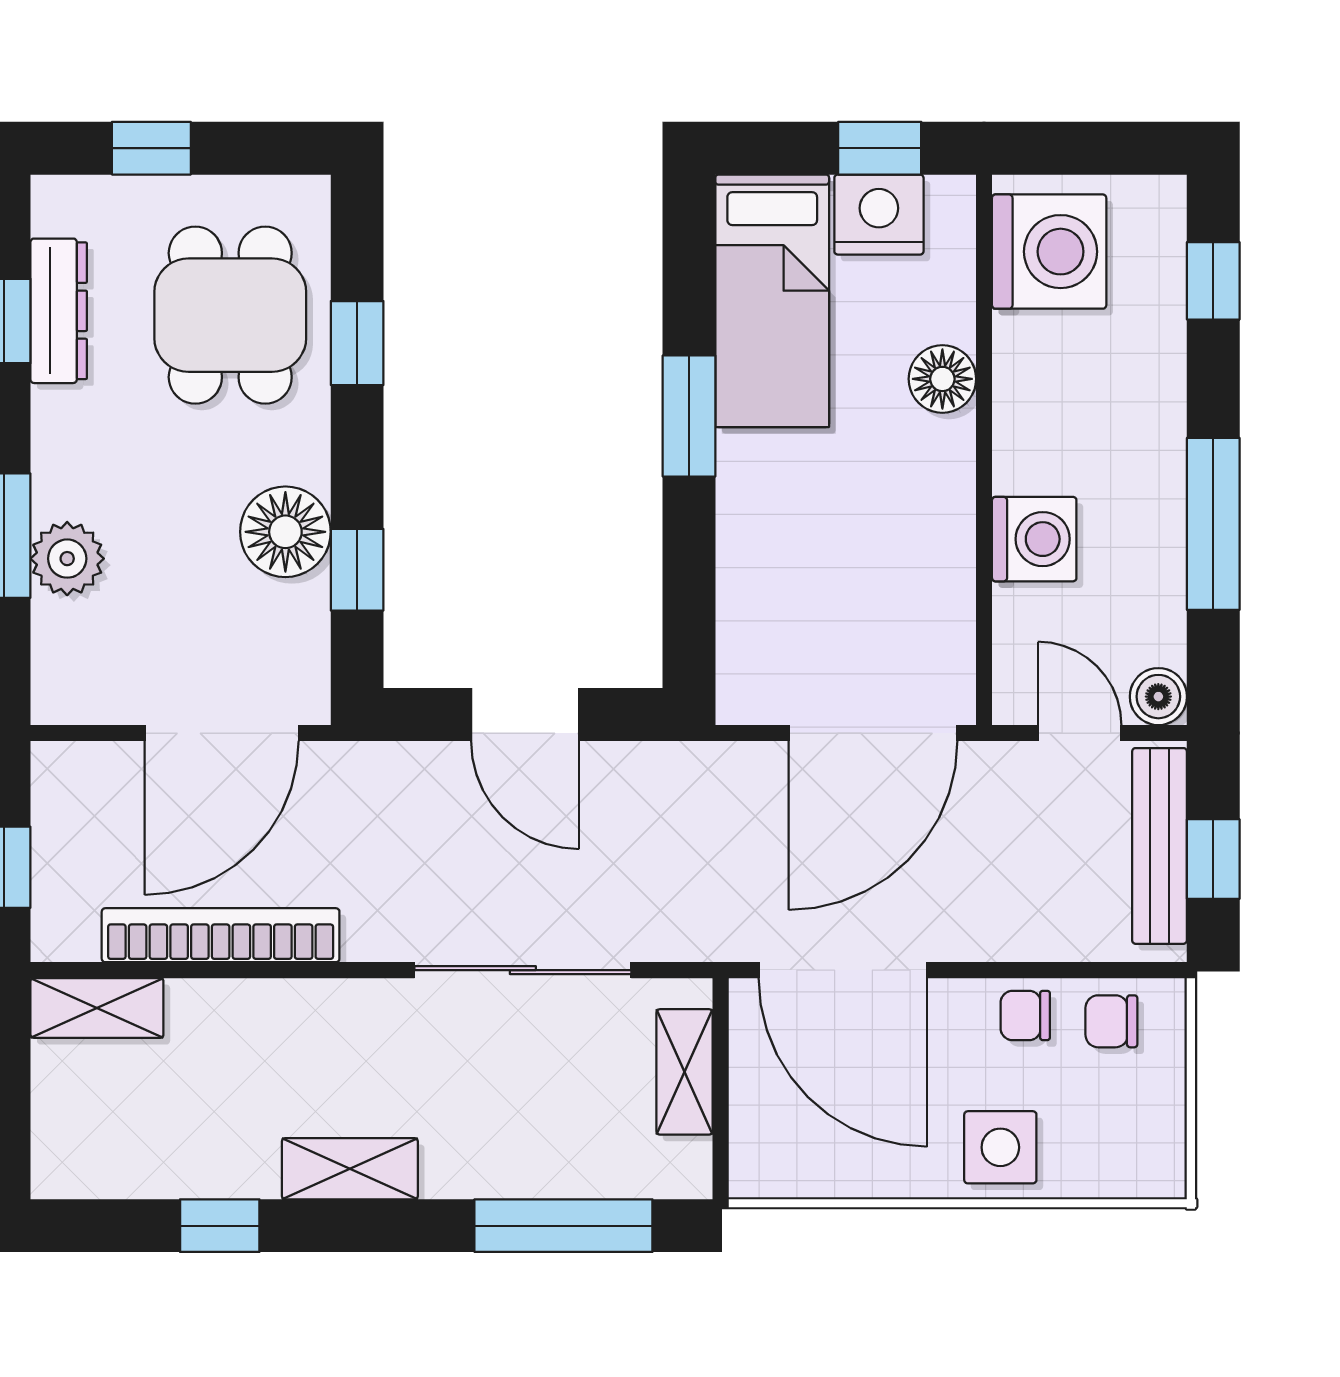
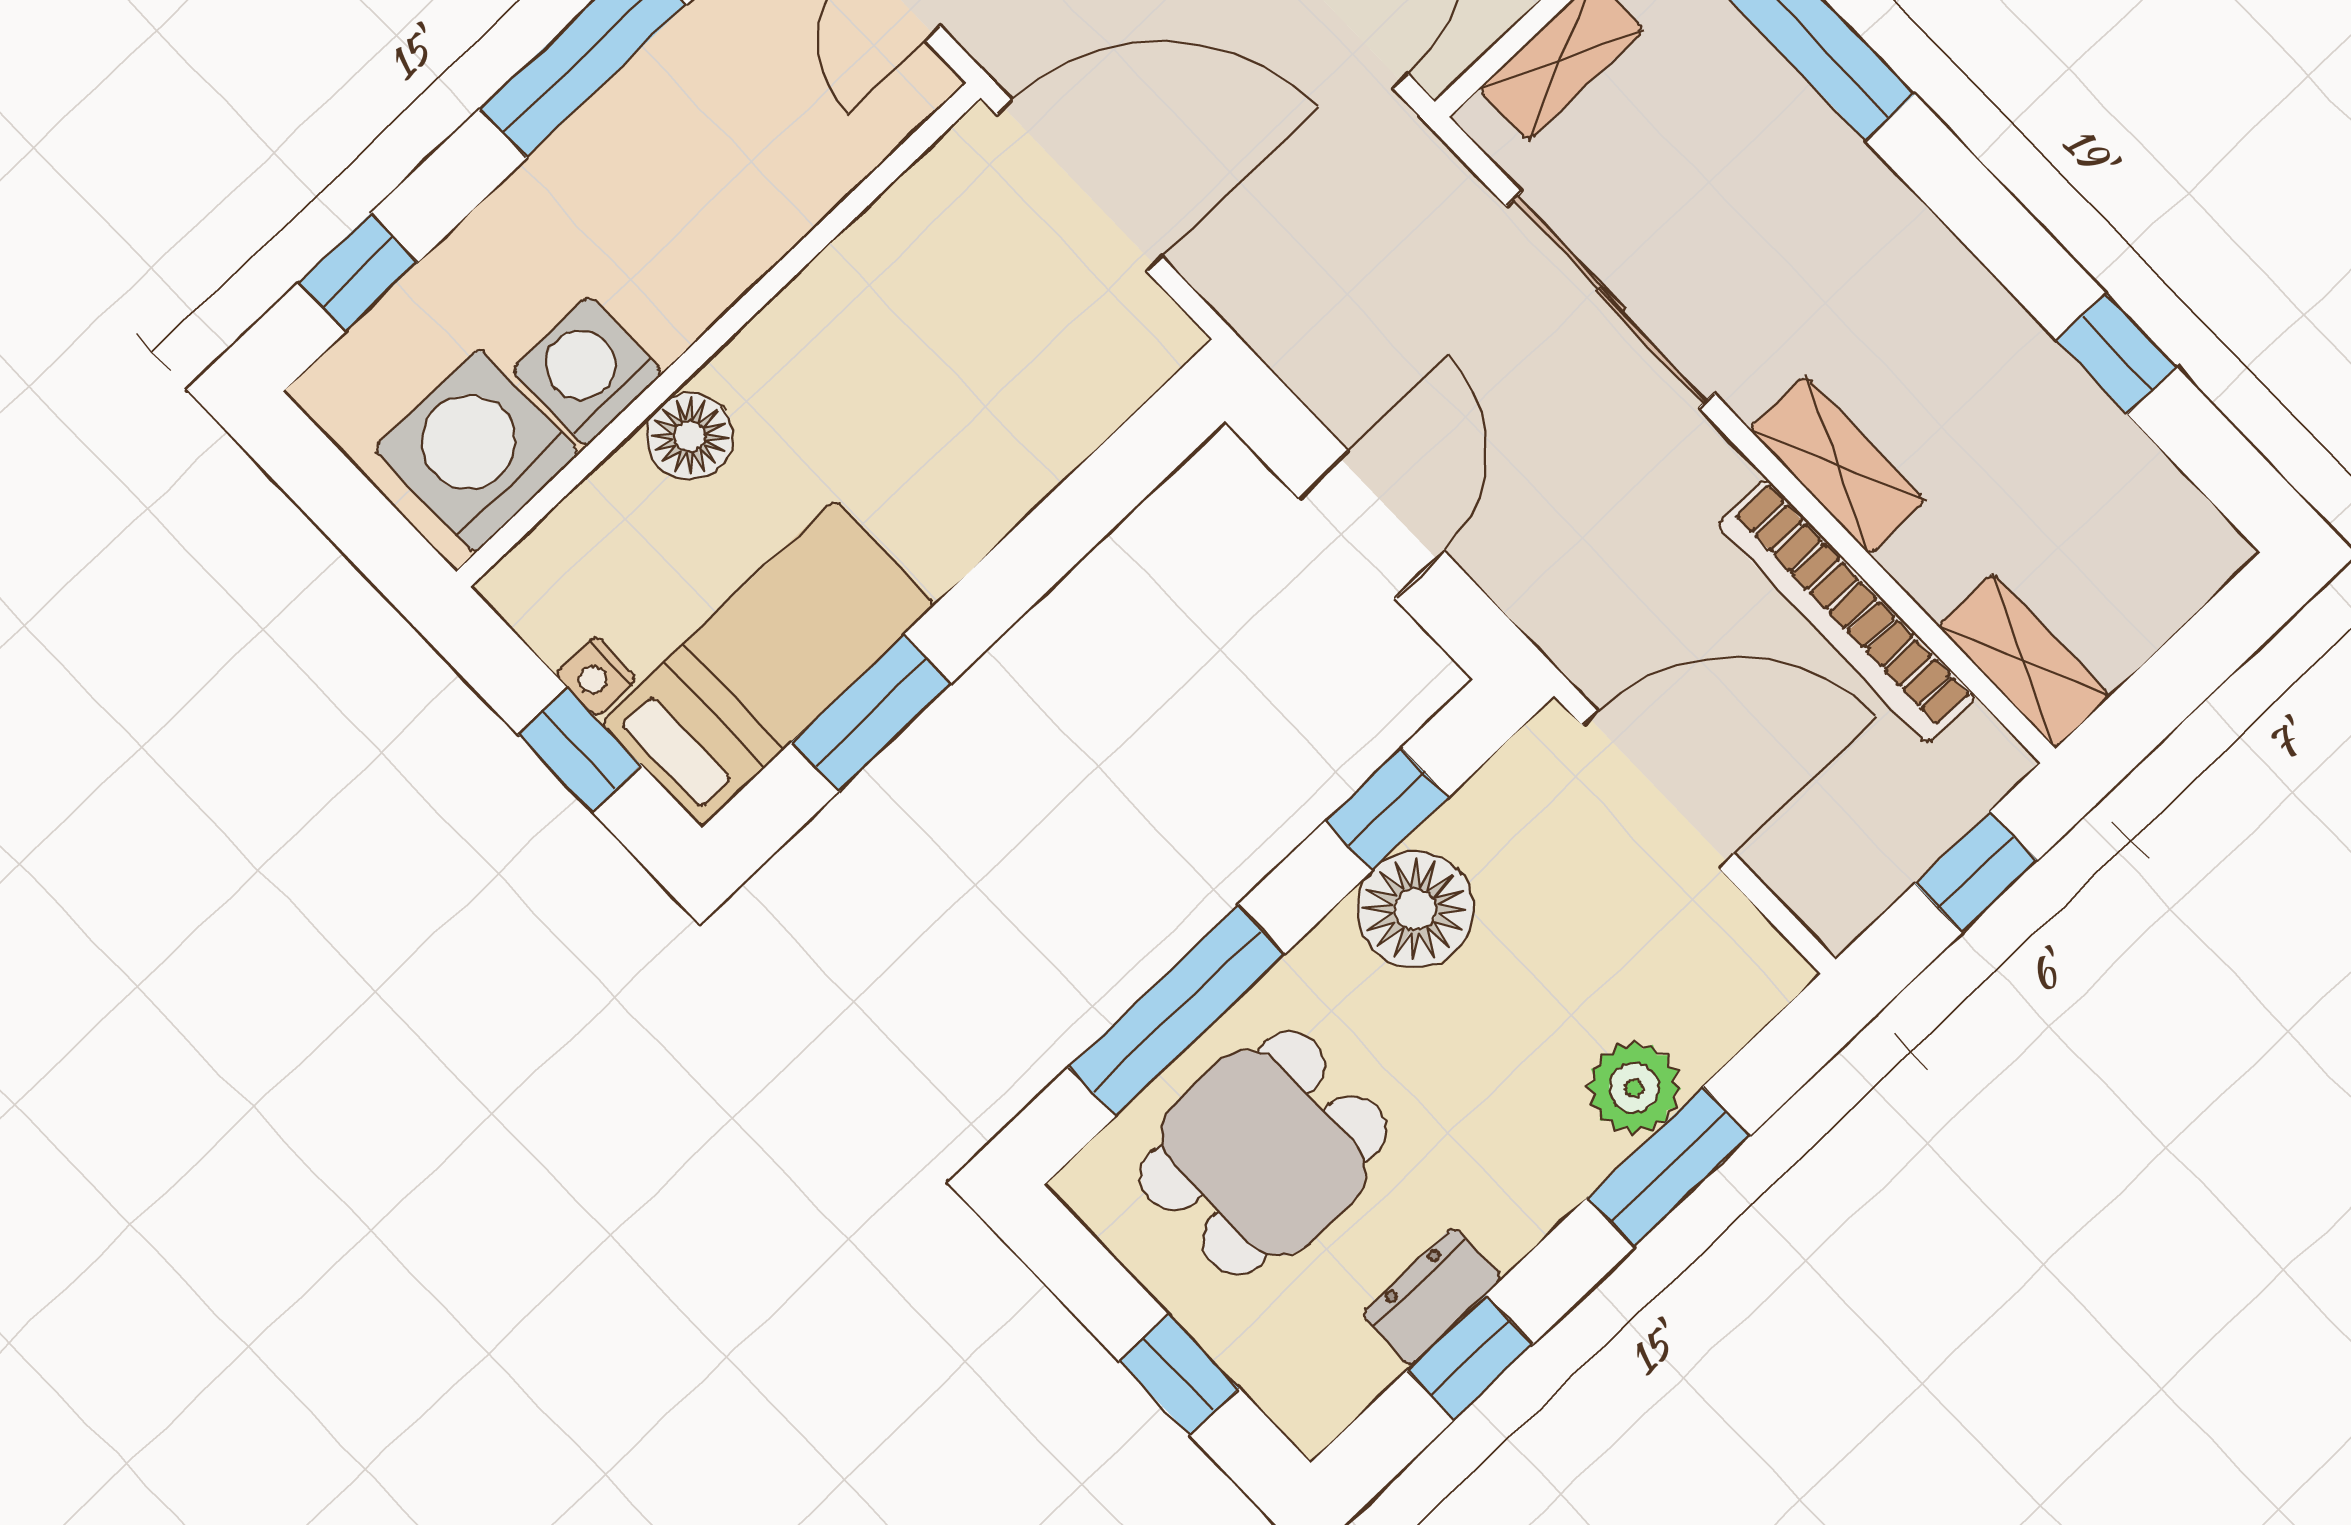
window: (880, 148) -> (580, 750), moved
nightstand: (879, 215) -> (596, 676), width x0.53, depth x0.56
dresser: (59, 311) -> (1432, 1296), width x0.70
window: (357, 343) -> (1177, 1011), width x2.17
window: (689, 416) -> (871, 713), moved
washing machine: (1034, 539) -> (587, 371), moved
shelving: (350, 1169) -> (1837, 465), moved

